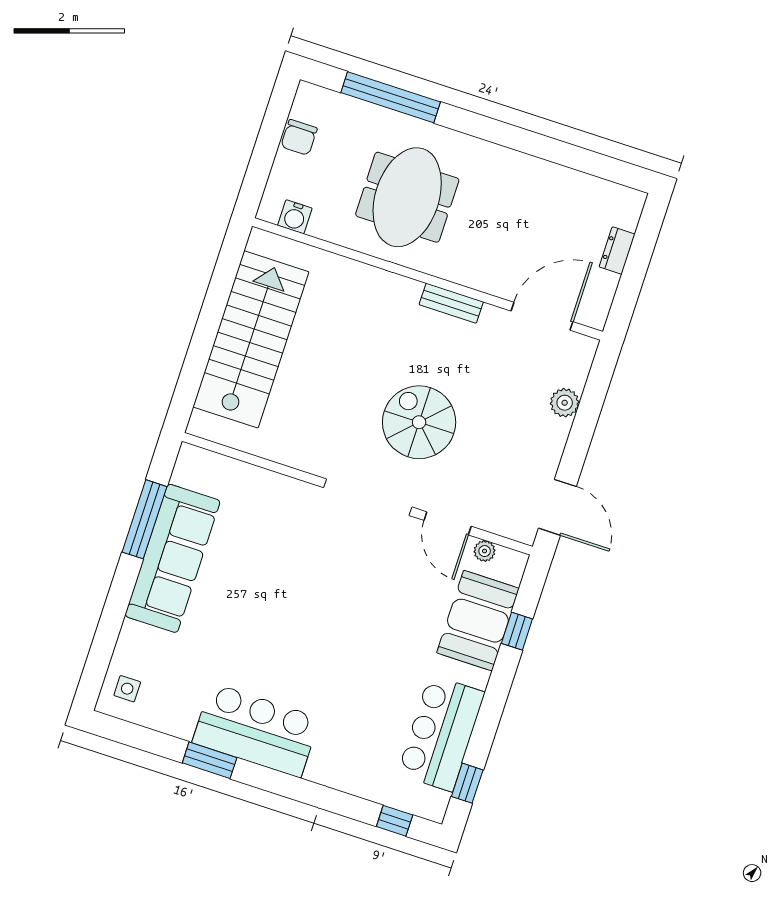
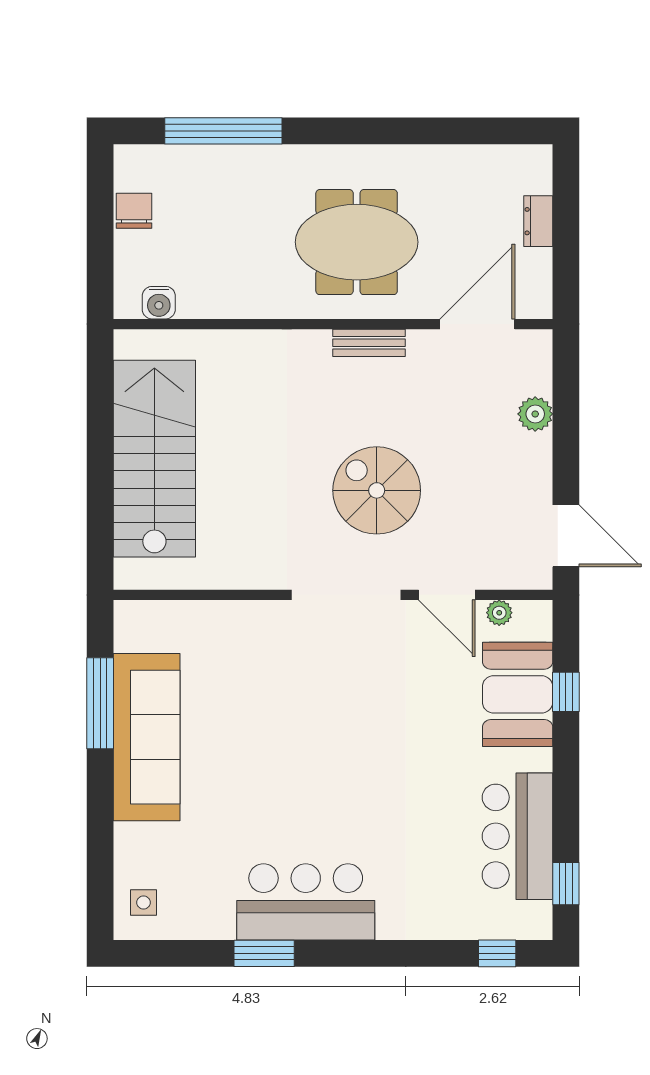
chair: (299, 137) -> (134, 211), turned 180
meeting table: (407, 197) -> (357, 242), moved, turned 90

